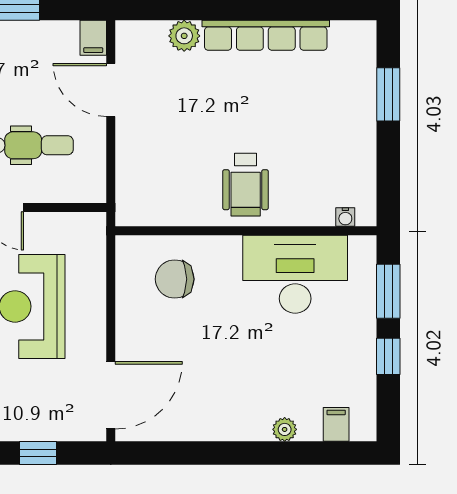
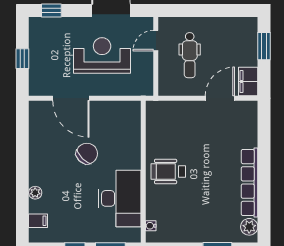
plant: (184, 36) -> (249, 227), moved
filing cabinet: (93, 38) -> (248, 82), width x2.00
chair: (175, 279) -> (87, 154), moved, turned 45
door: (111, 395) -> (71, 98), moved

